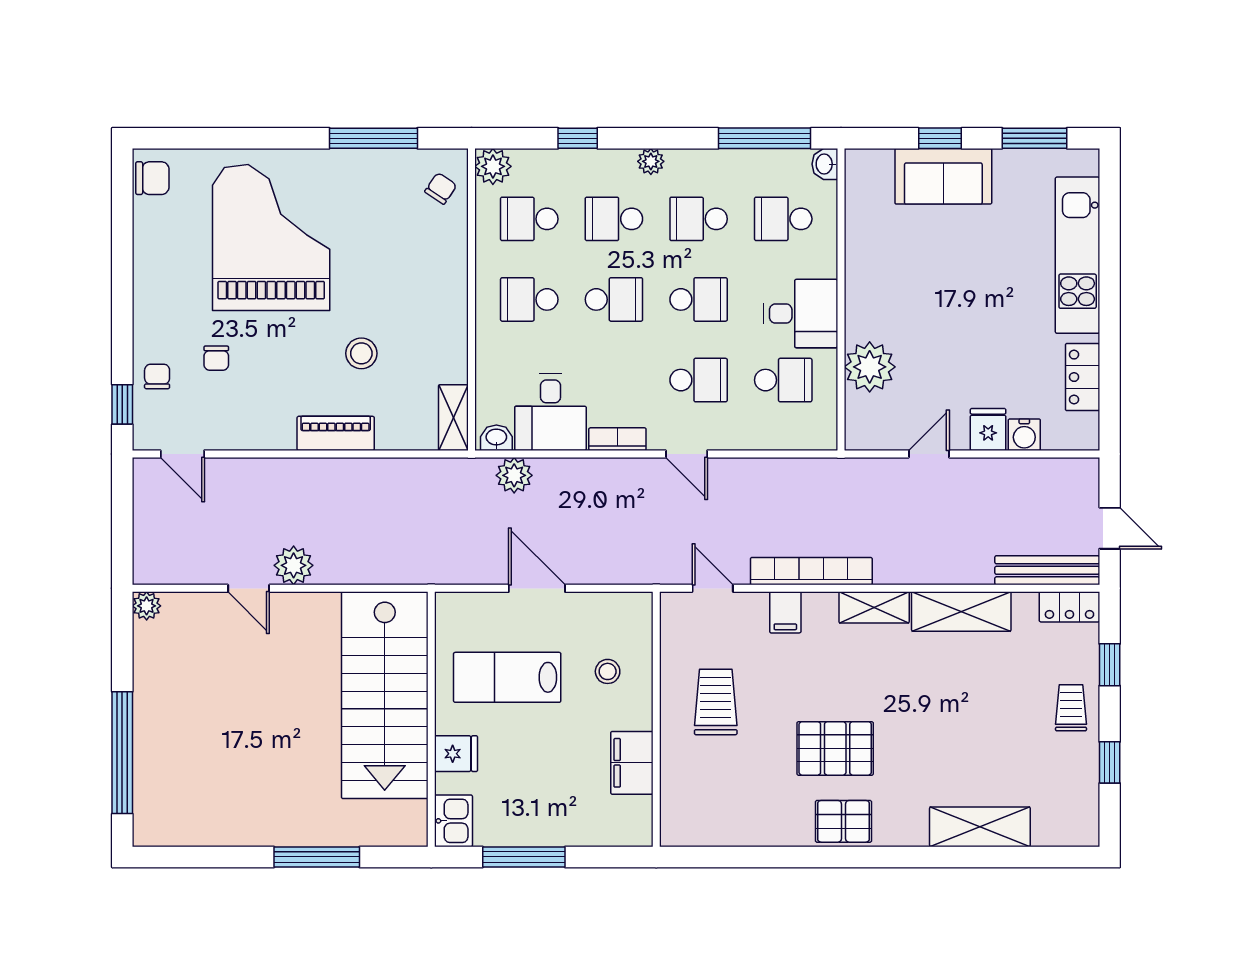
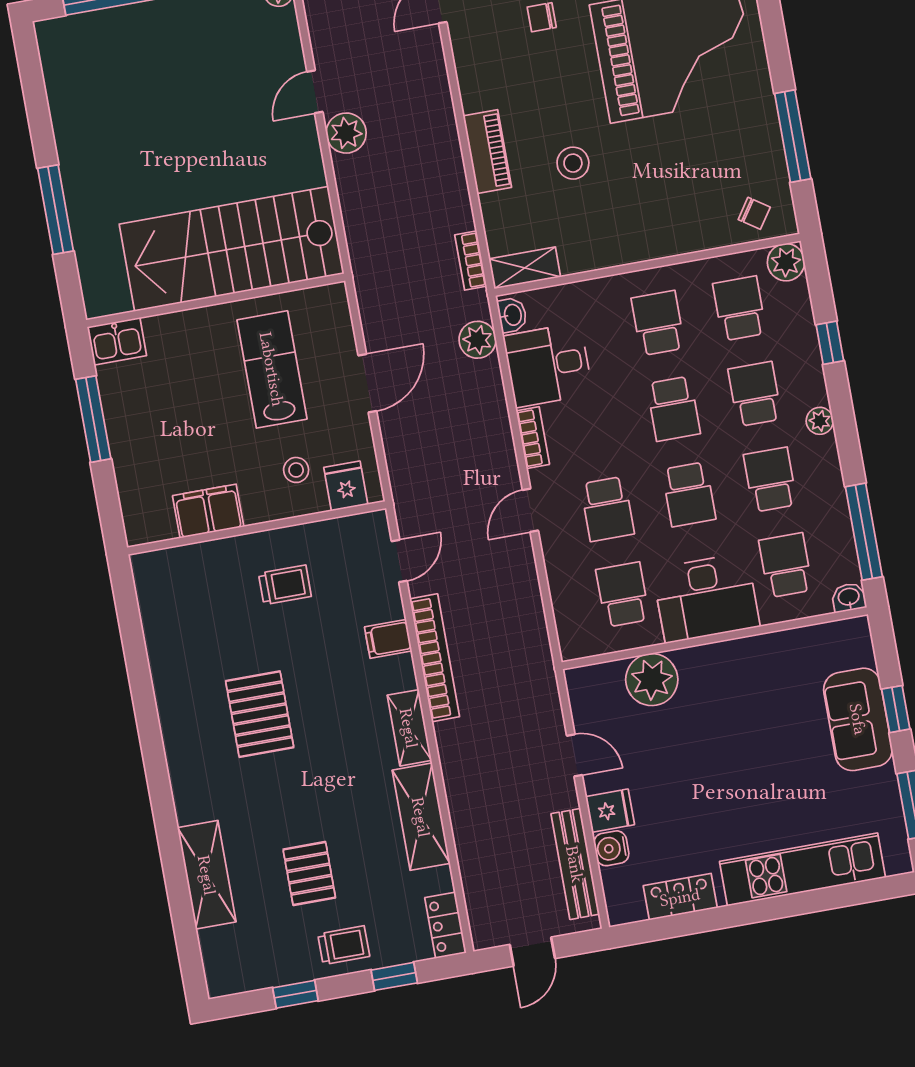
desk: (801, 314) -> (706, 598), width x1.37
school desk: (783, 380) -> (623, 595), turned 180
bookcase: (437, 468) -> (471, 261), added
bench: (1047, 570) -> (575, 864), moved
trolley: (716, 702) -> (285, 585), width x0.73, depth x0.72
fridge: (456, 754) -> (346, 486), moved, turned 180
pallet: (844, 821) -> (309, 873), moved

